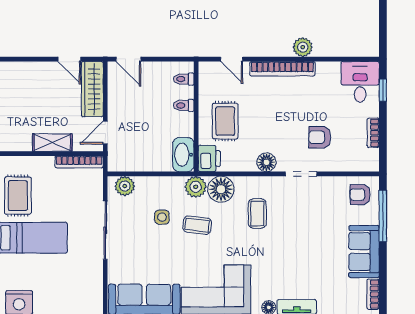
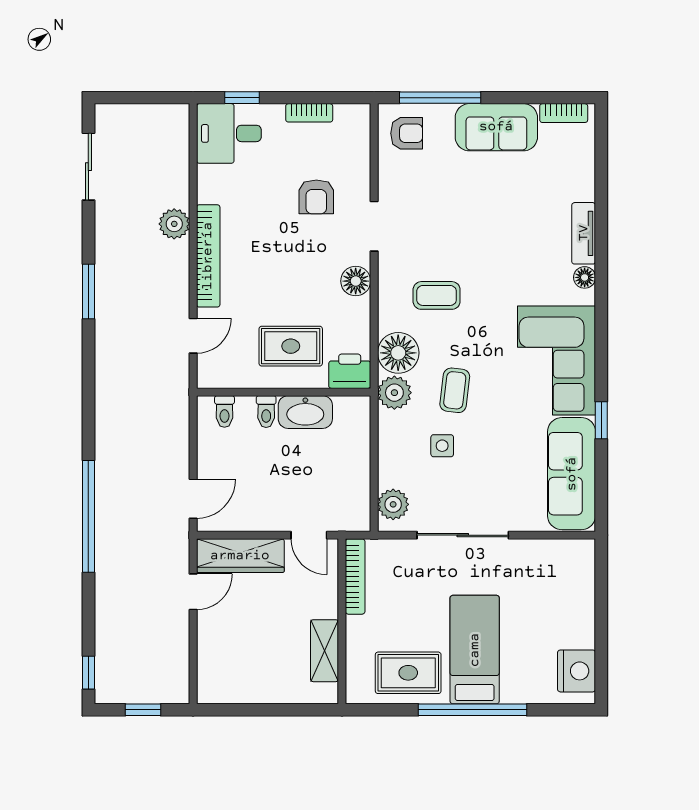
shelving: (52, 142) -> (324, 651), moved
washbasin: (183, 155) -> (305, 412), moved
armchair: (360, 195) -> (407, 133), turned -90

